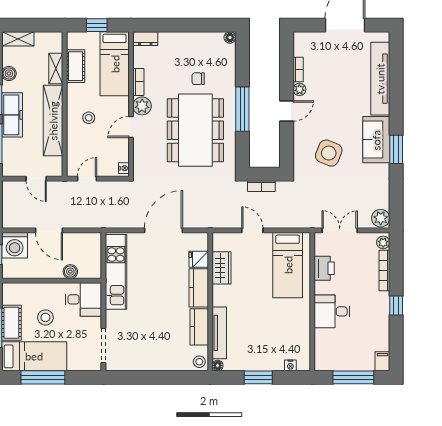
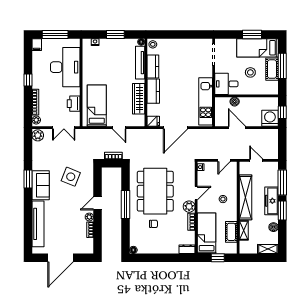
door: (49, 230) -> (237, 128), moved
fridge: (199, 259) -> (153, 121), moved
wardrobe: (222, 268) -> (139, 99), width x1.50
desk: (332, 311) -> (65, 67), width x1.87, depth x1.30
window: (43, 377) -> (252, 34), width x0.69

